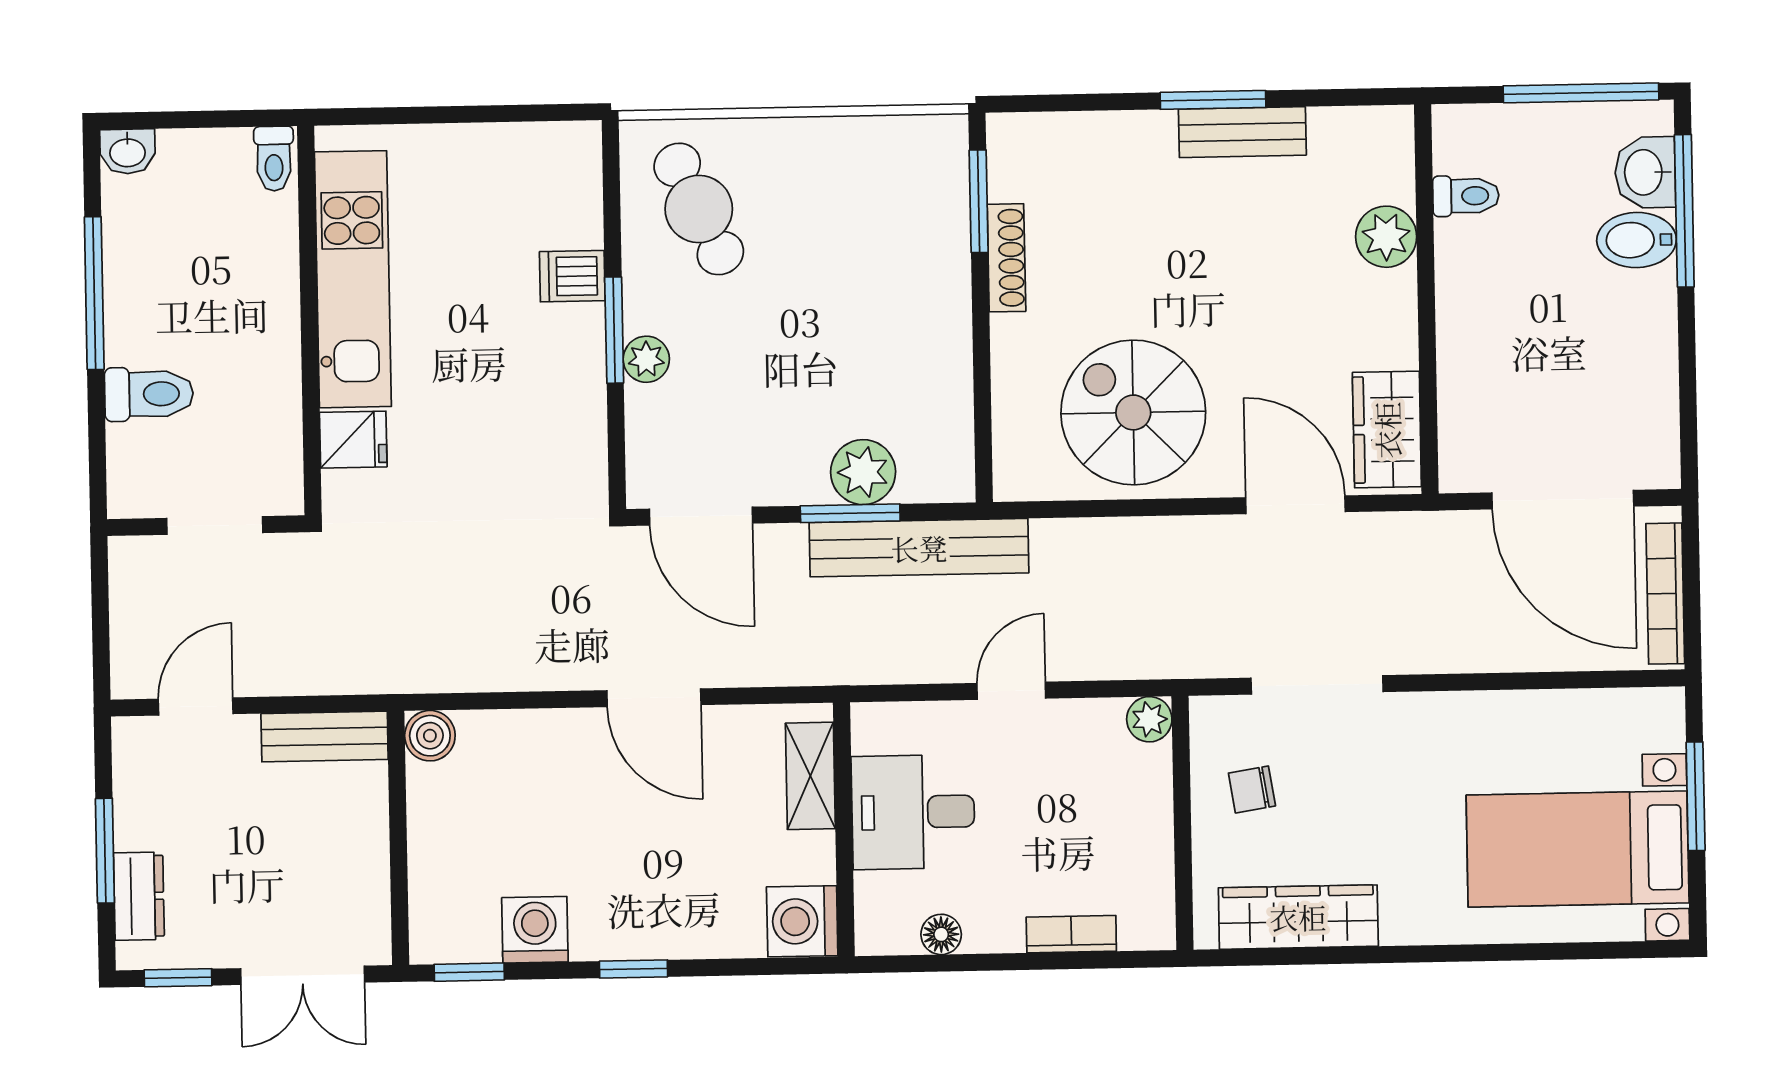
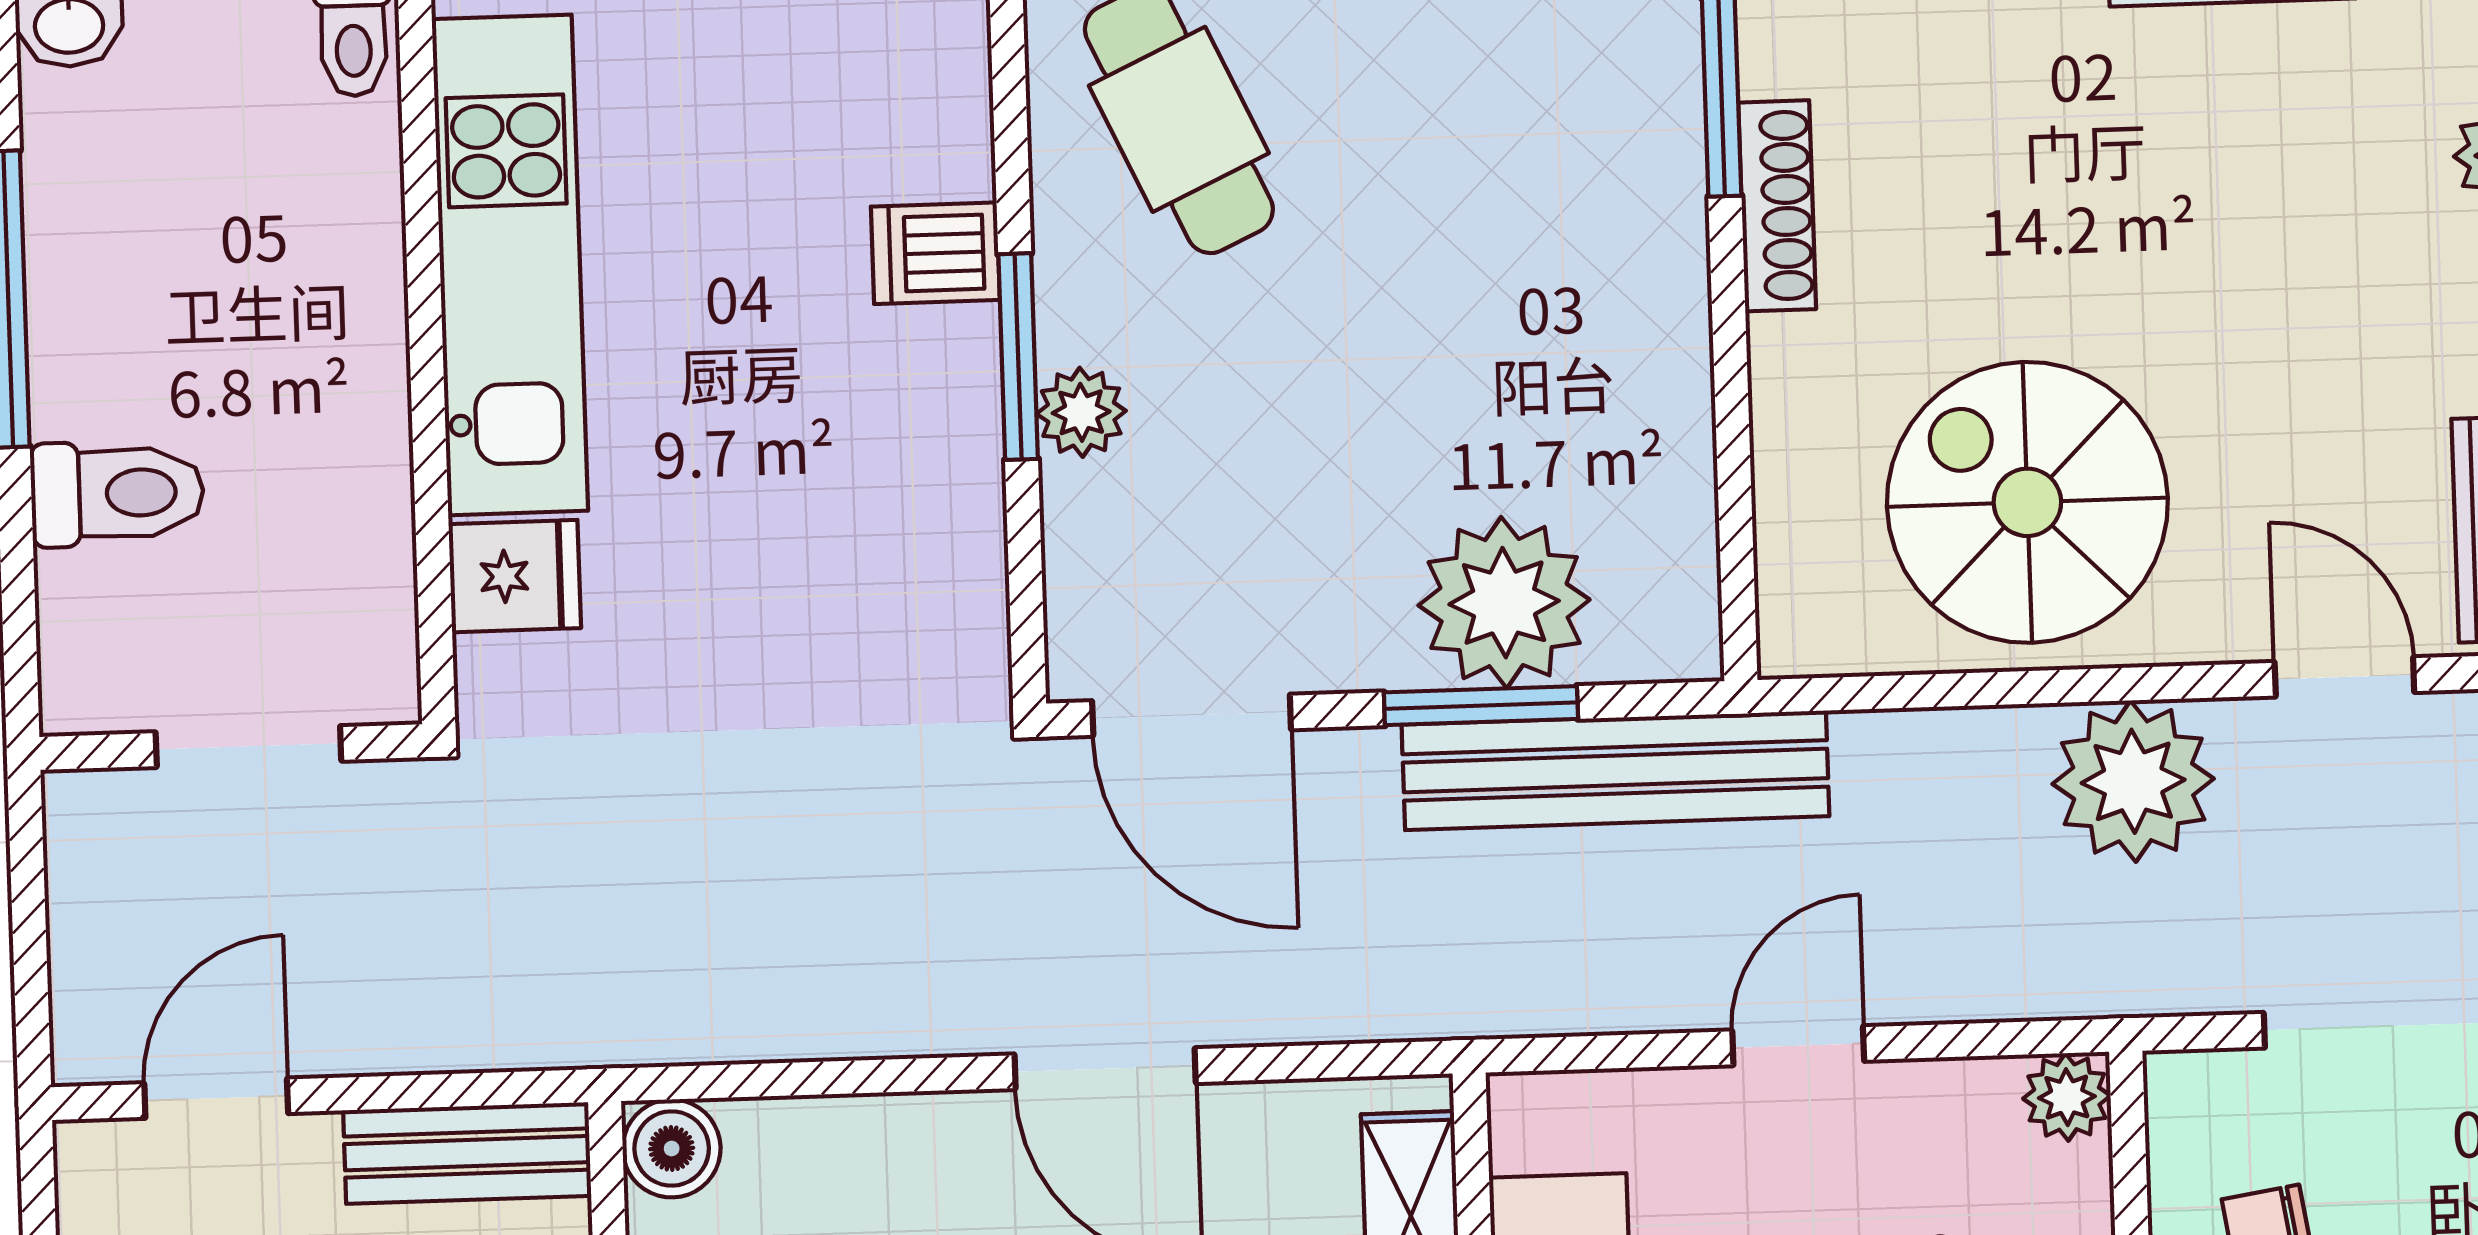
plant: (863, 472) -> (1504, 603), width x1.36, depth x1.36
door: (1295, 505) -> (2344, 677), width x0.73
plant: (1186, 557) -> (2133, 781), added

